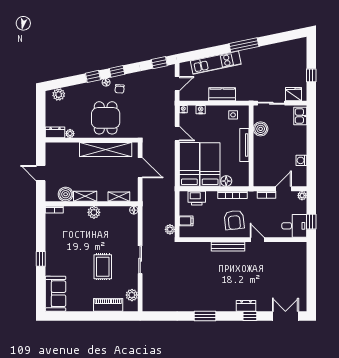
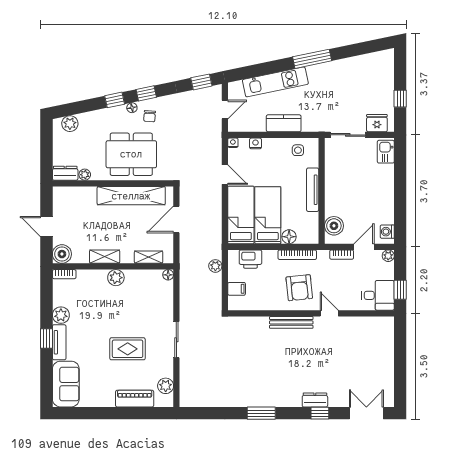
dining table: (106, 118) -> (131, 154), width x1.38
boiler: (261, 129) -> (334, 226), moved
washing machine: (301, 160) -> (387, 232), moved
door: (140, 168) -> (176, 219), swing flipped
boiler: (66, 194) -> (62, 254), moved
plant: (170, 229) -> (215, 266), moved
plant: (52, 241) -> (61, 315), added
tv unit: (50, 262) -> (59, 342), added
rug: (103, 267) -> (128, 349), turned 90

